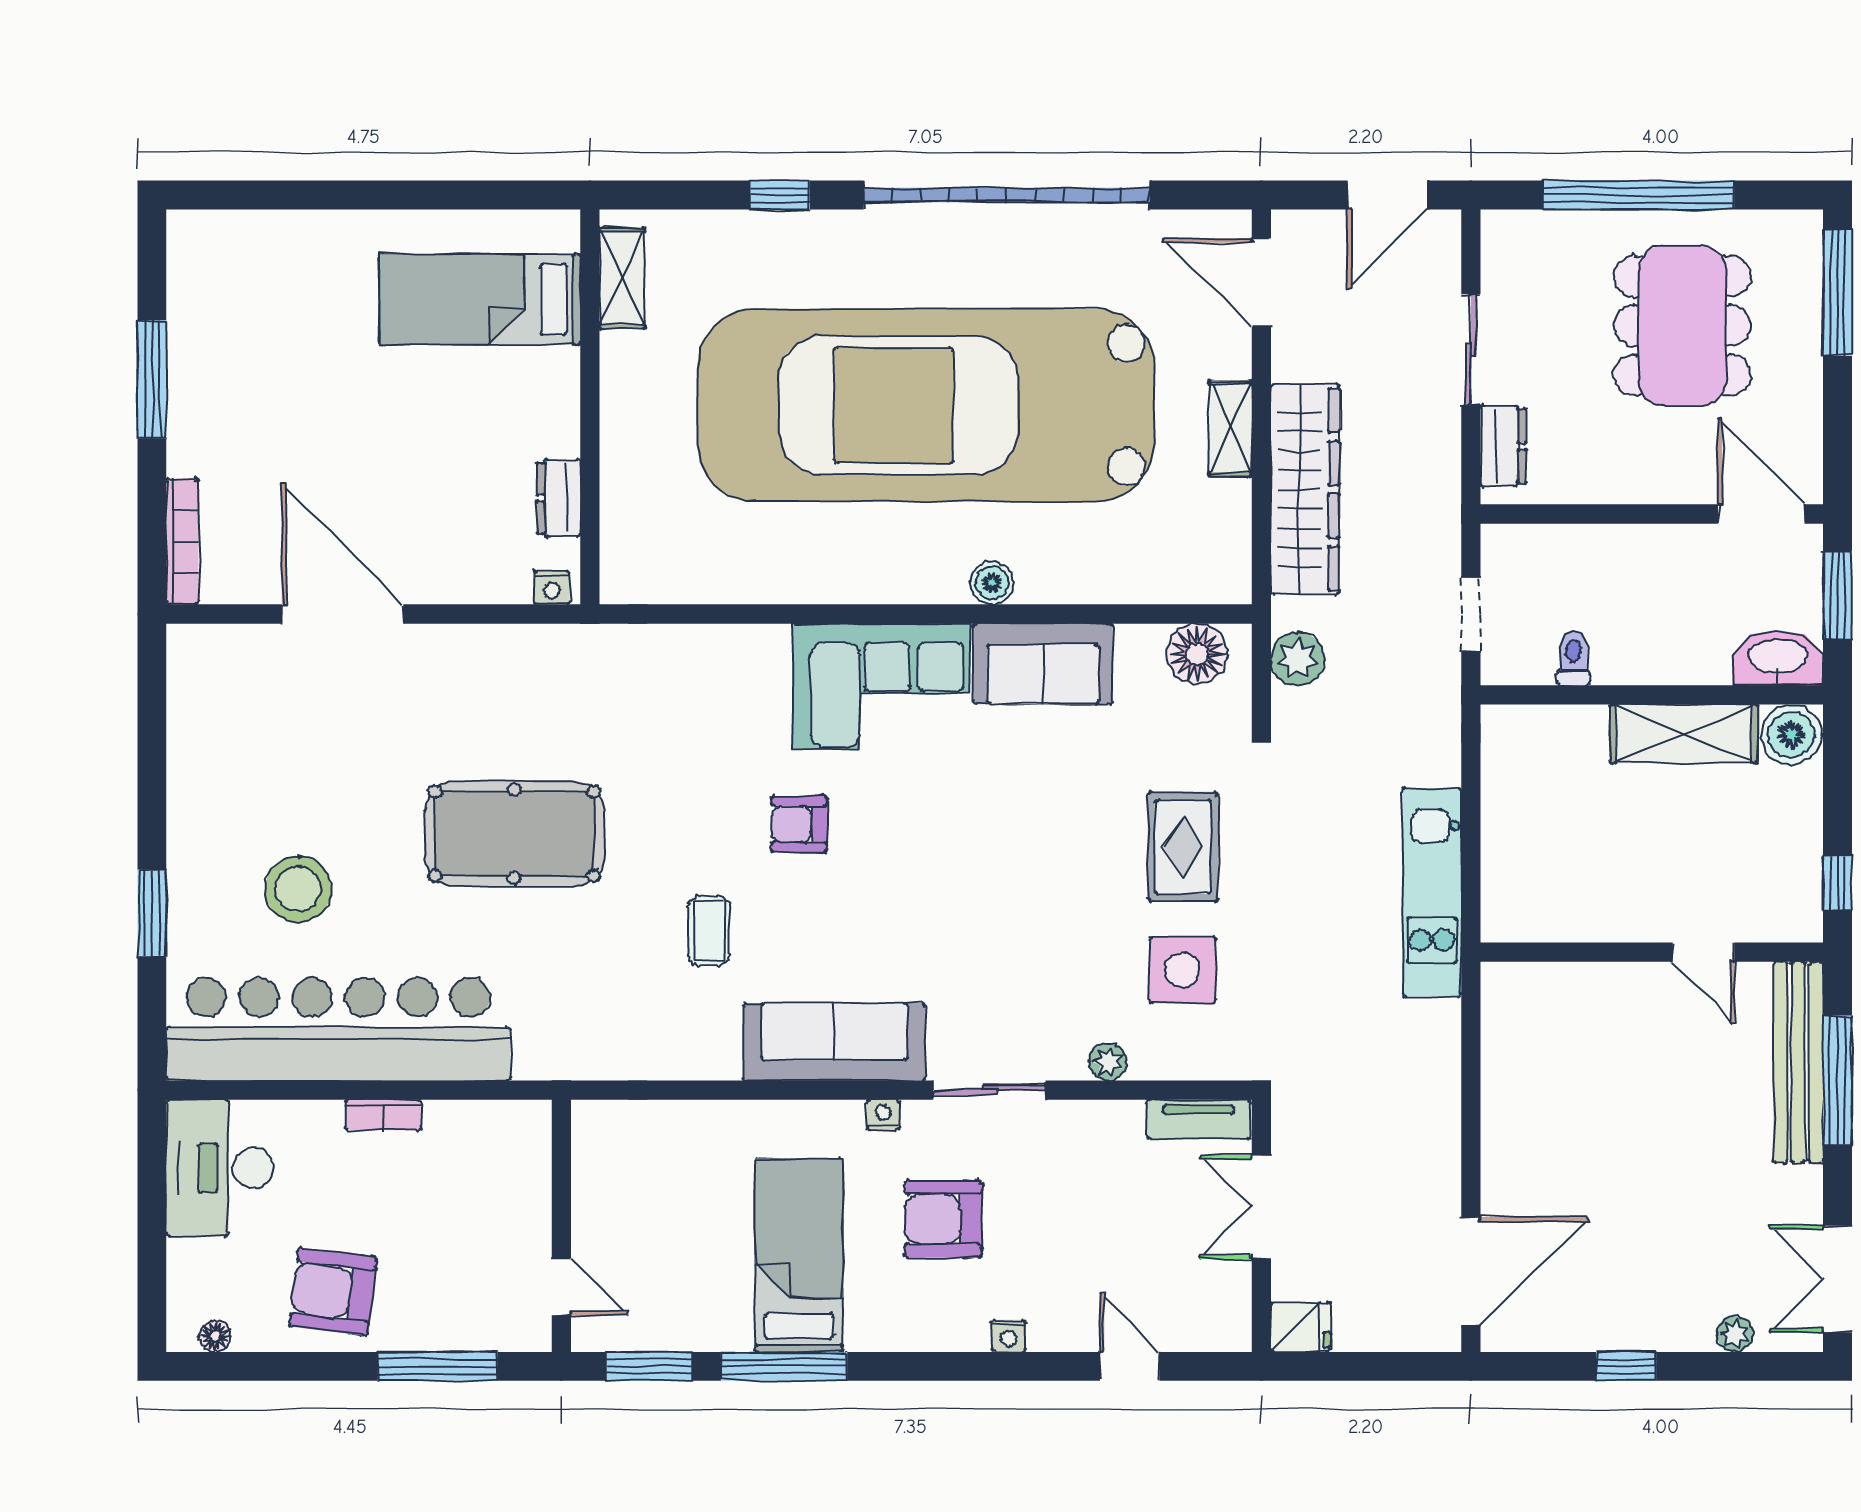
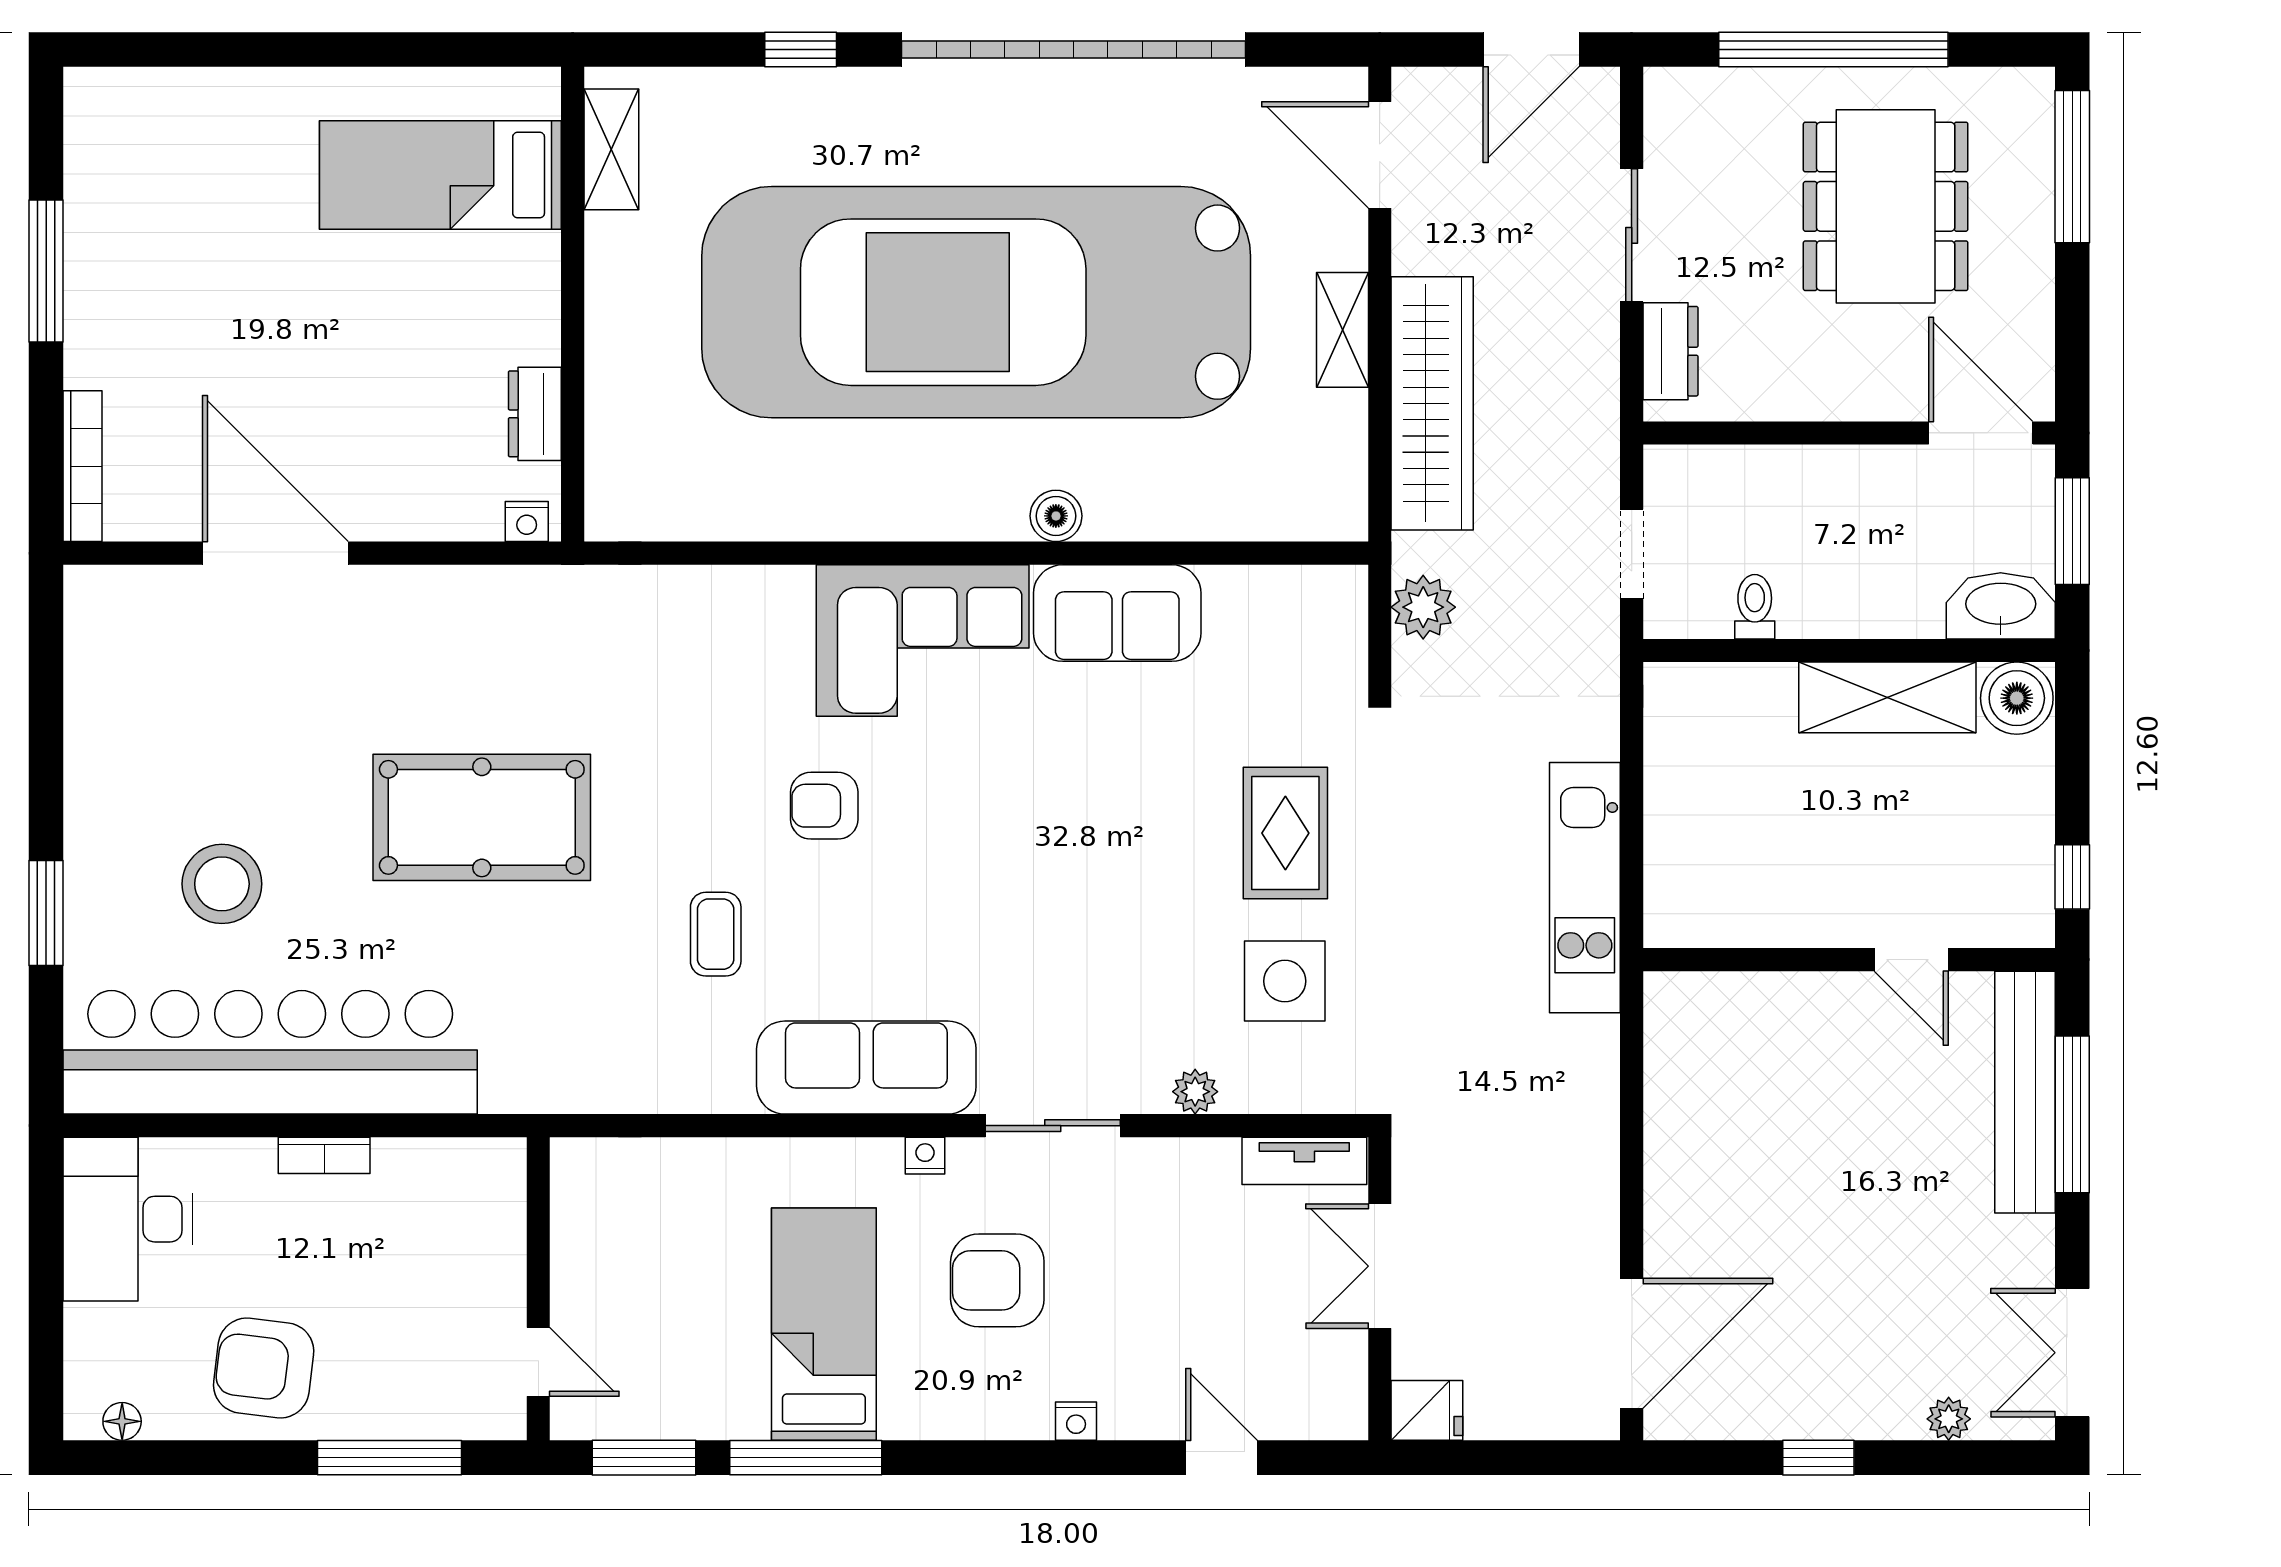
floor lamp: (1197, 654) -> (1303, 601), removed

